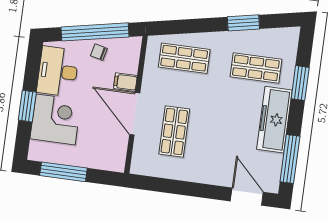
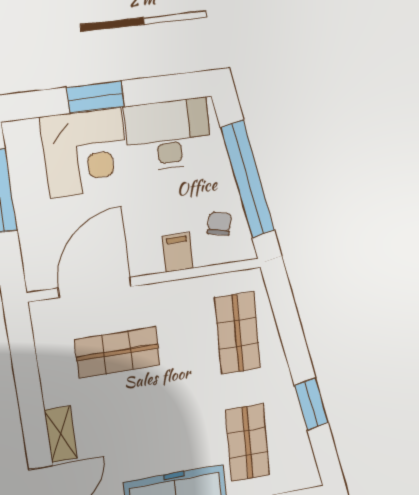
chair: (99, 52) -> (219, 224), moved
door: (135, 114) -> (95, 287), moved
shelving: (214, 177) -> (61, 434), added

